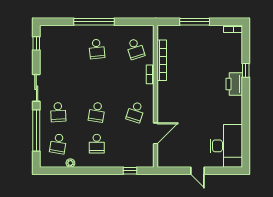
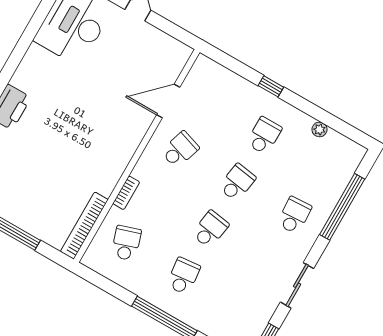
bookcase: (162, 60) -> (84, 226), moved
sliding door: (36, 88) -> (297, 285), moved
school desk: (58, 144) -> (210, 229), moved
window: (130, 171) -> (271, 86), moved

